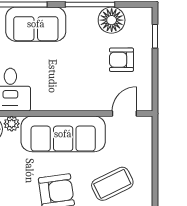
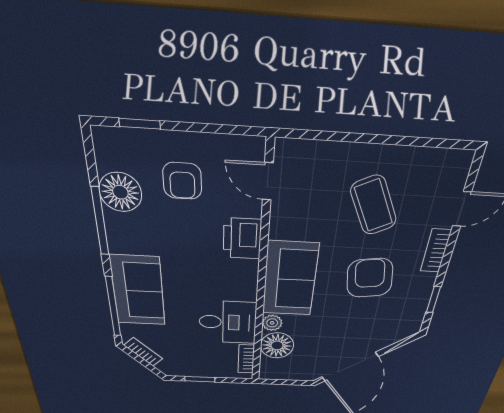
printer: (83, 99) -> (242, 239), added
sofa: (63, 134) -> (290, 279), width x0.73

